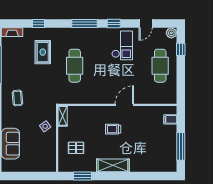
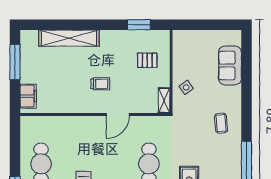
door: (124, 105) -> (118, 114), moved
filing cabinet: (170, 119) -> (28, 96), width x2.00
shelving: (113, 165) -> (69, 38), moved, width x1.47

